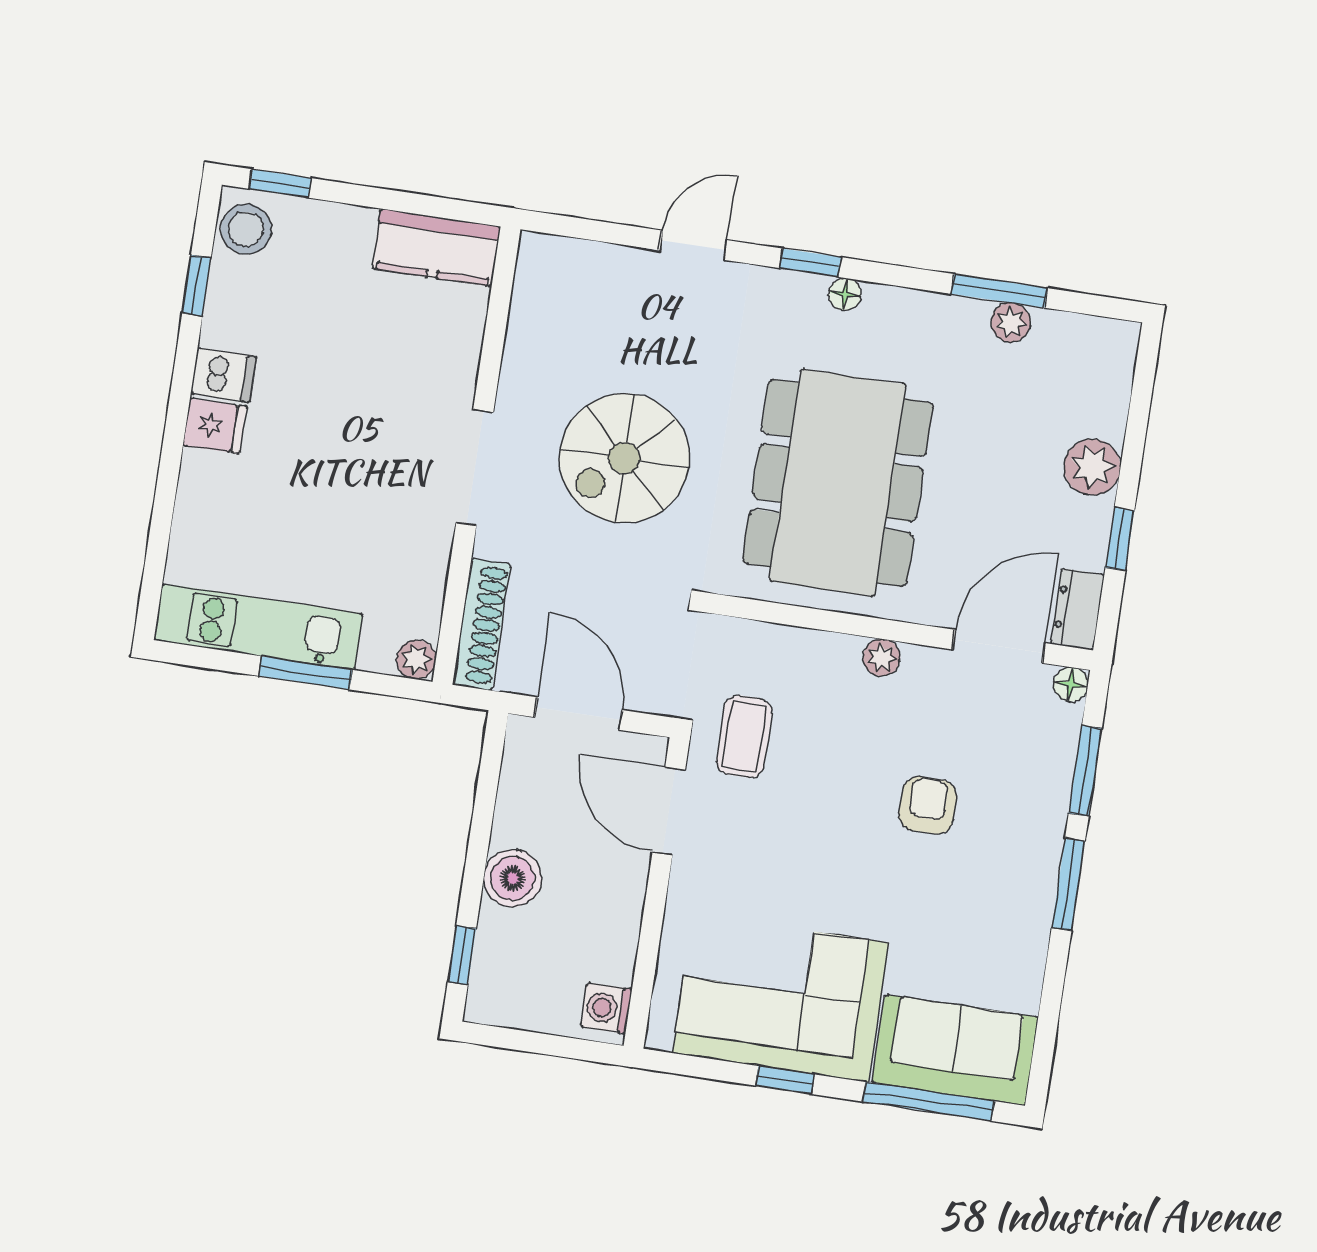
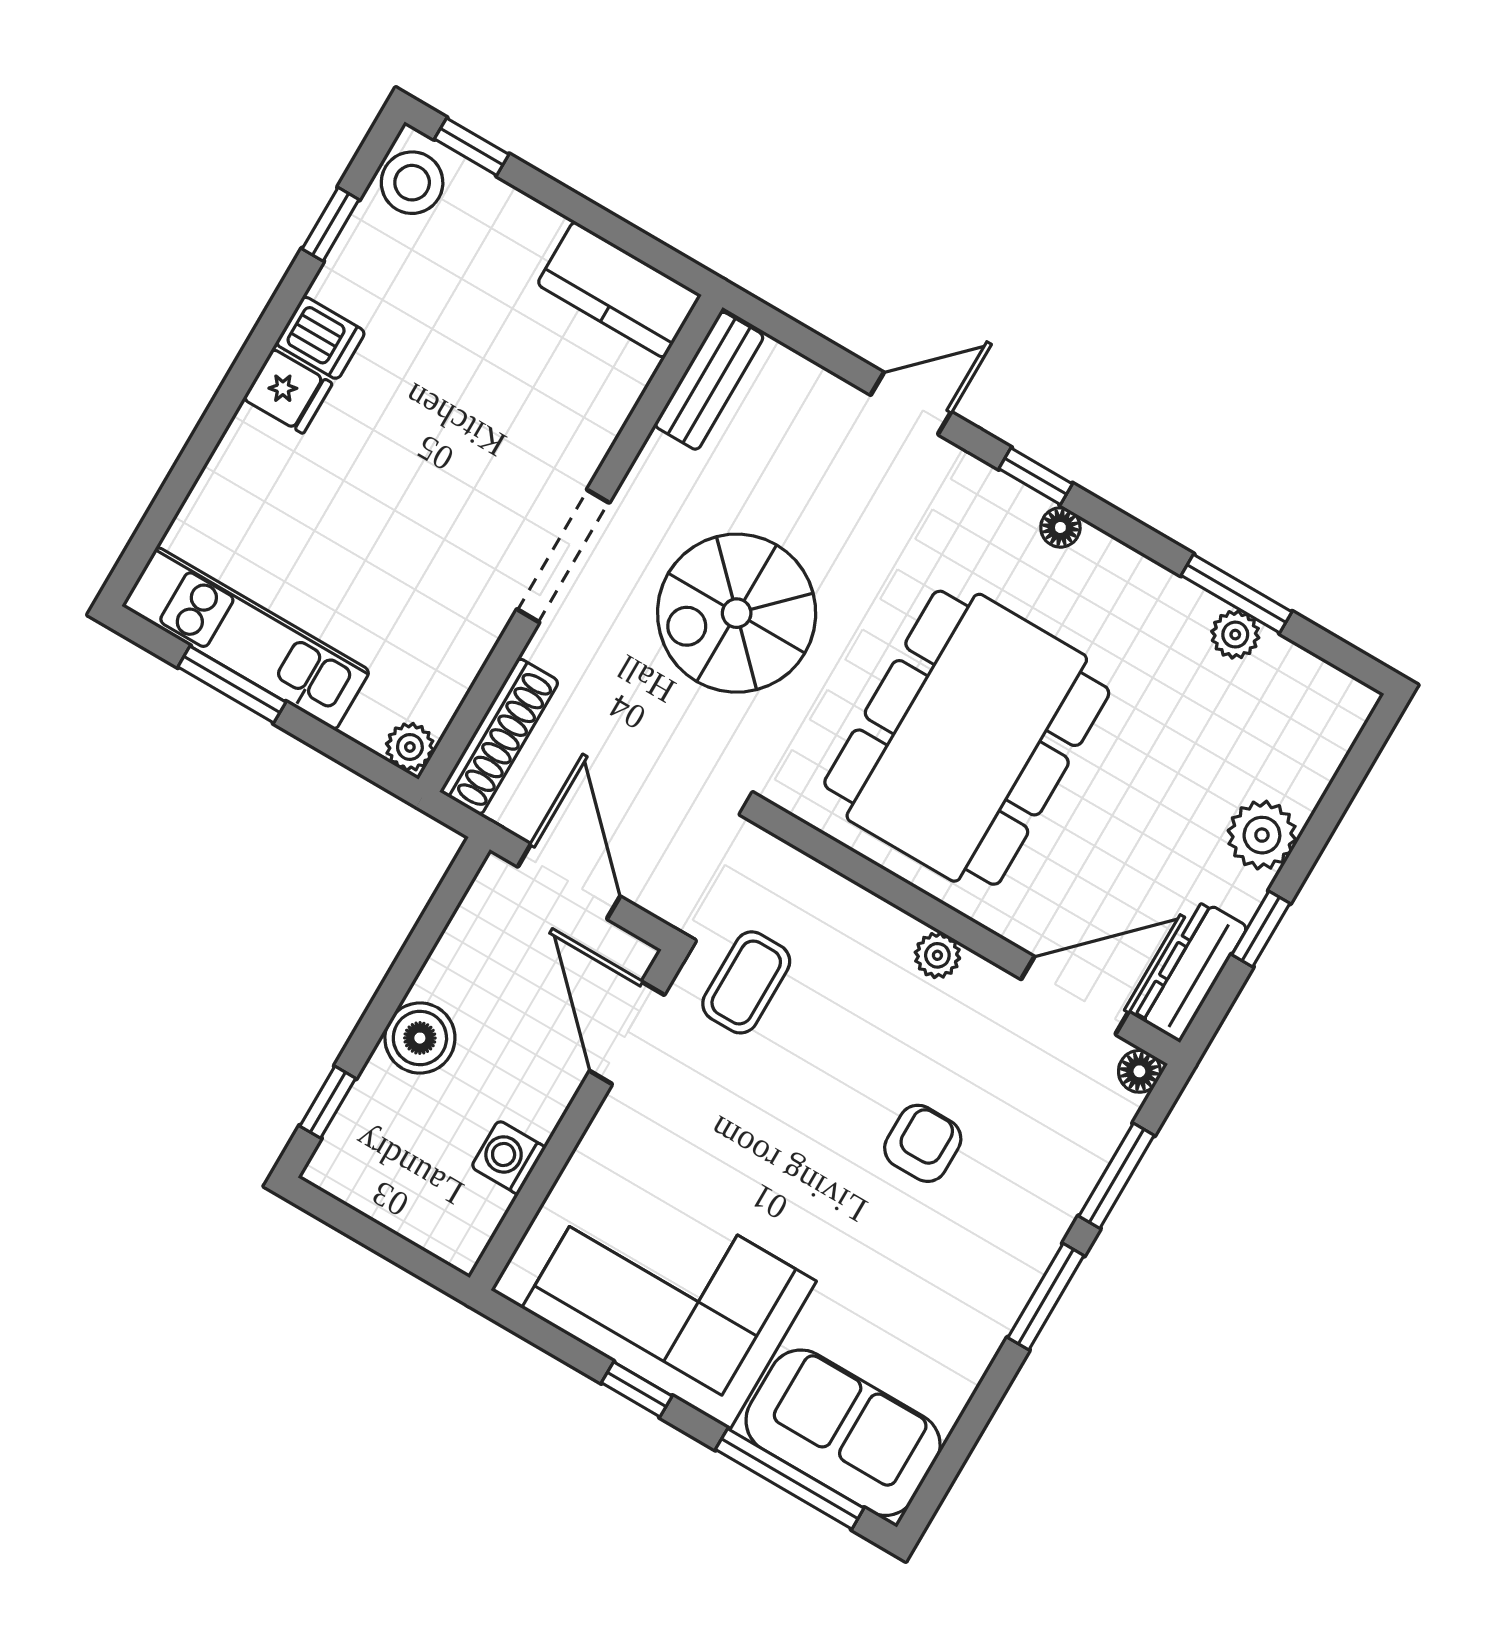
bench: (533, 289) -> (709, 381), added
dresser: (1078, 609) -> (1191, 972), width x1.44
window: (305, 673) -> (232, 684), moved
washing machine: (606, 1008) -> (508, 1157), moved

